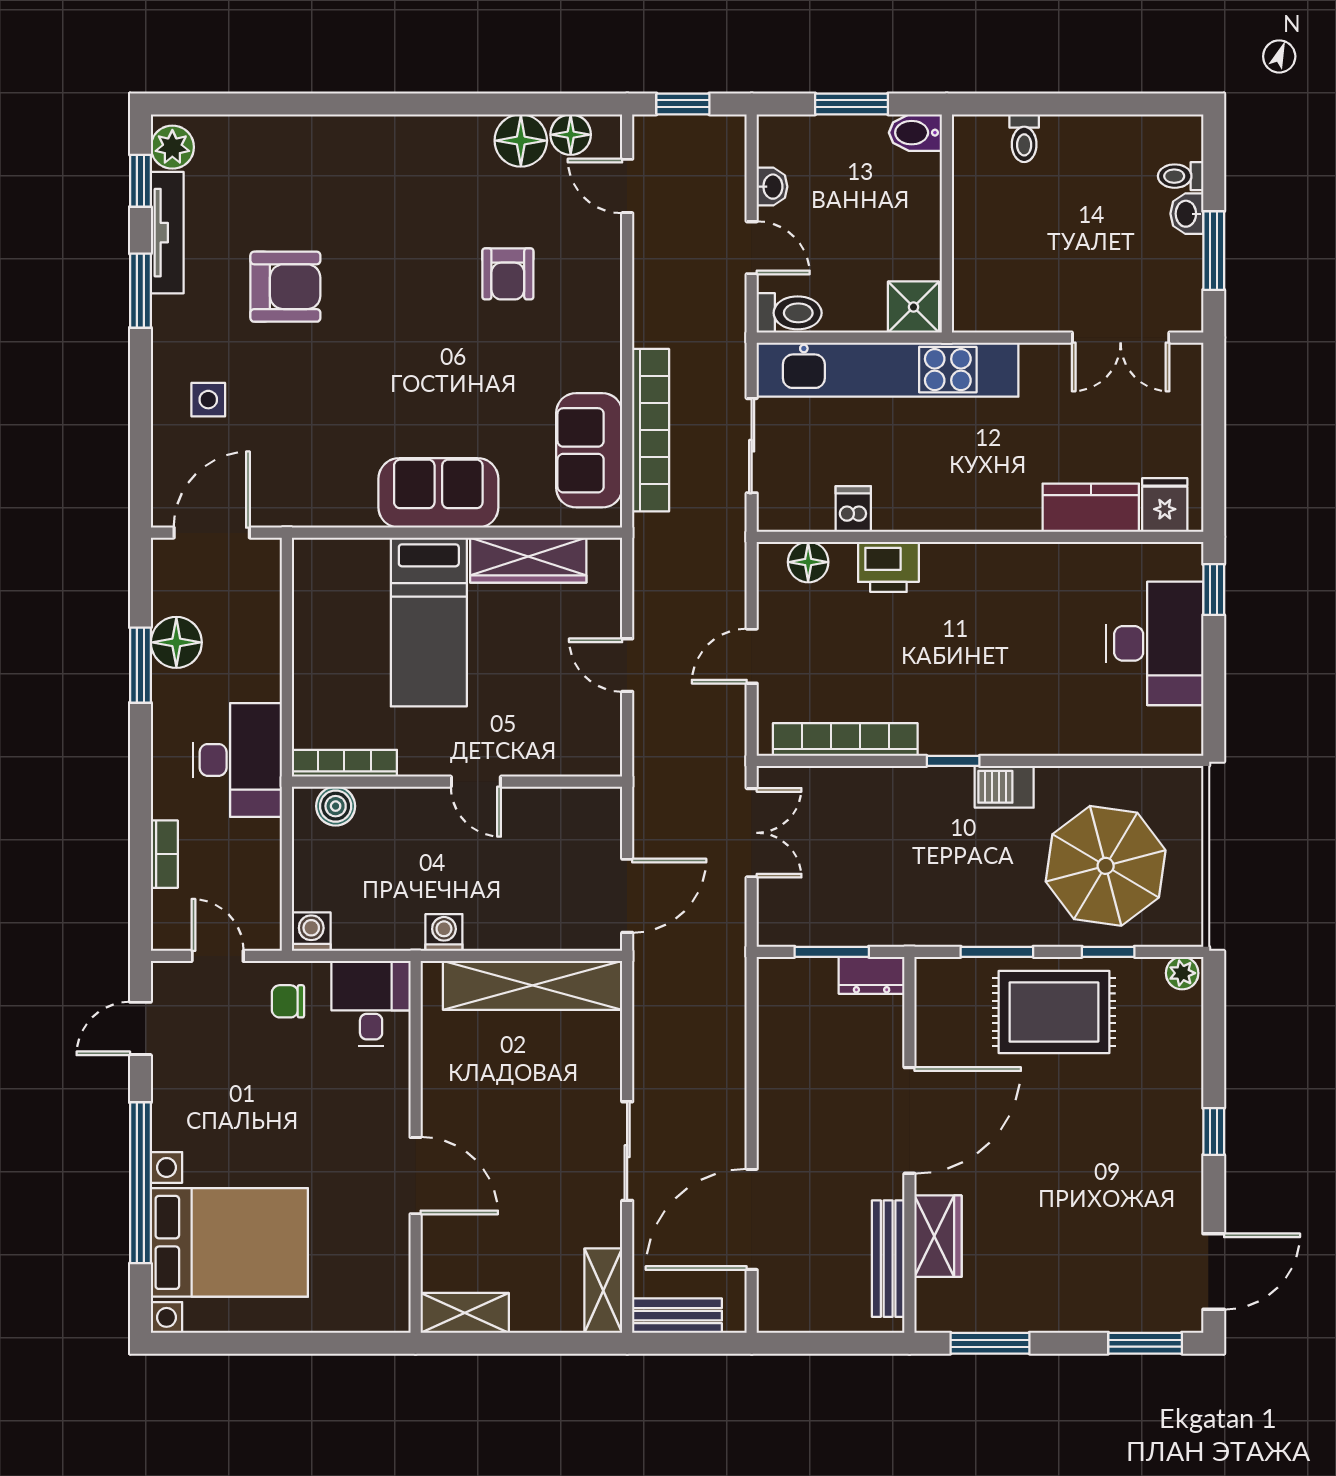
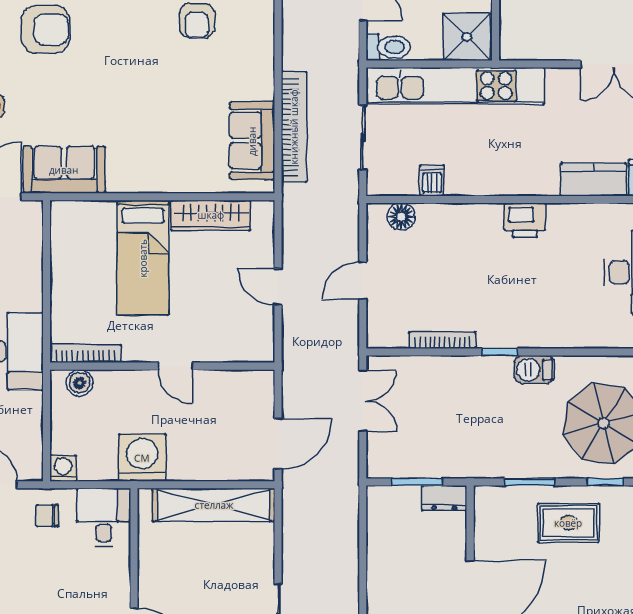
shower: (914, 307) -> (467, 37), width x1.36, depth x1.36
sofa: (438, 493) -> (64, 170), moved
printer: (888, 567) -> (525, 220), moved
bookcase: (845, 739) -> (442, 340), width x0.68, depth x0.76
washing machine: (444, 932) -> (142, 458), width x1.89, depth x1.89
rug: (1054, 1012) -> (568, 523), width x0.73, depth x0.70

